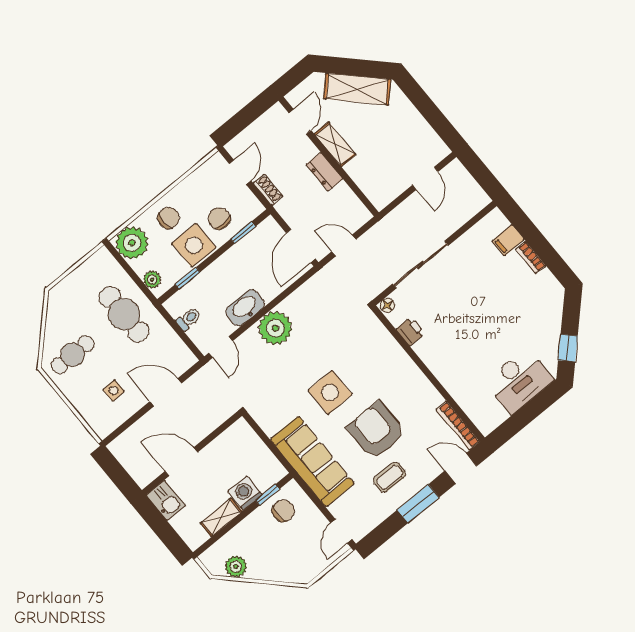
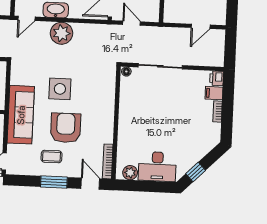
printer: (410, 331) -> (217, 78), moved, turned 180
plant: (495, 415) -> (130, 173), added

